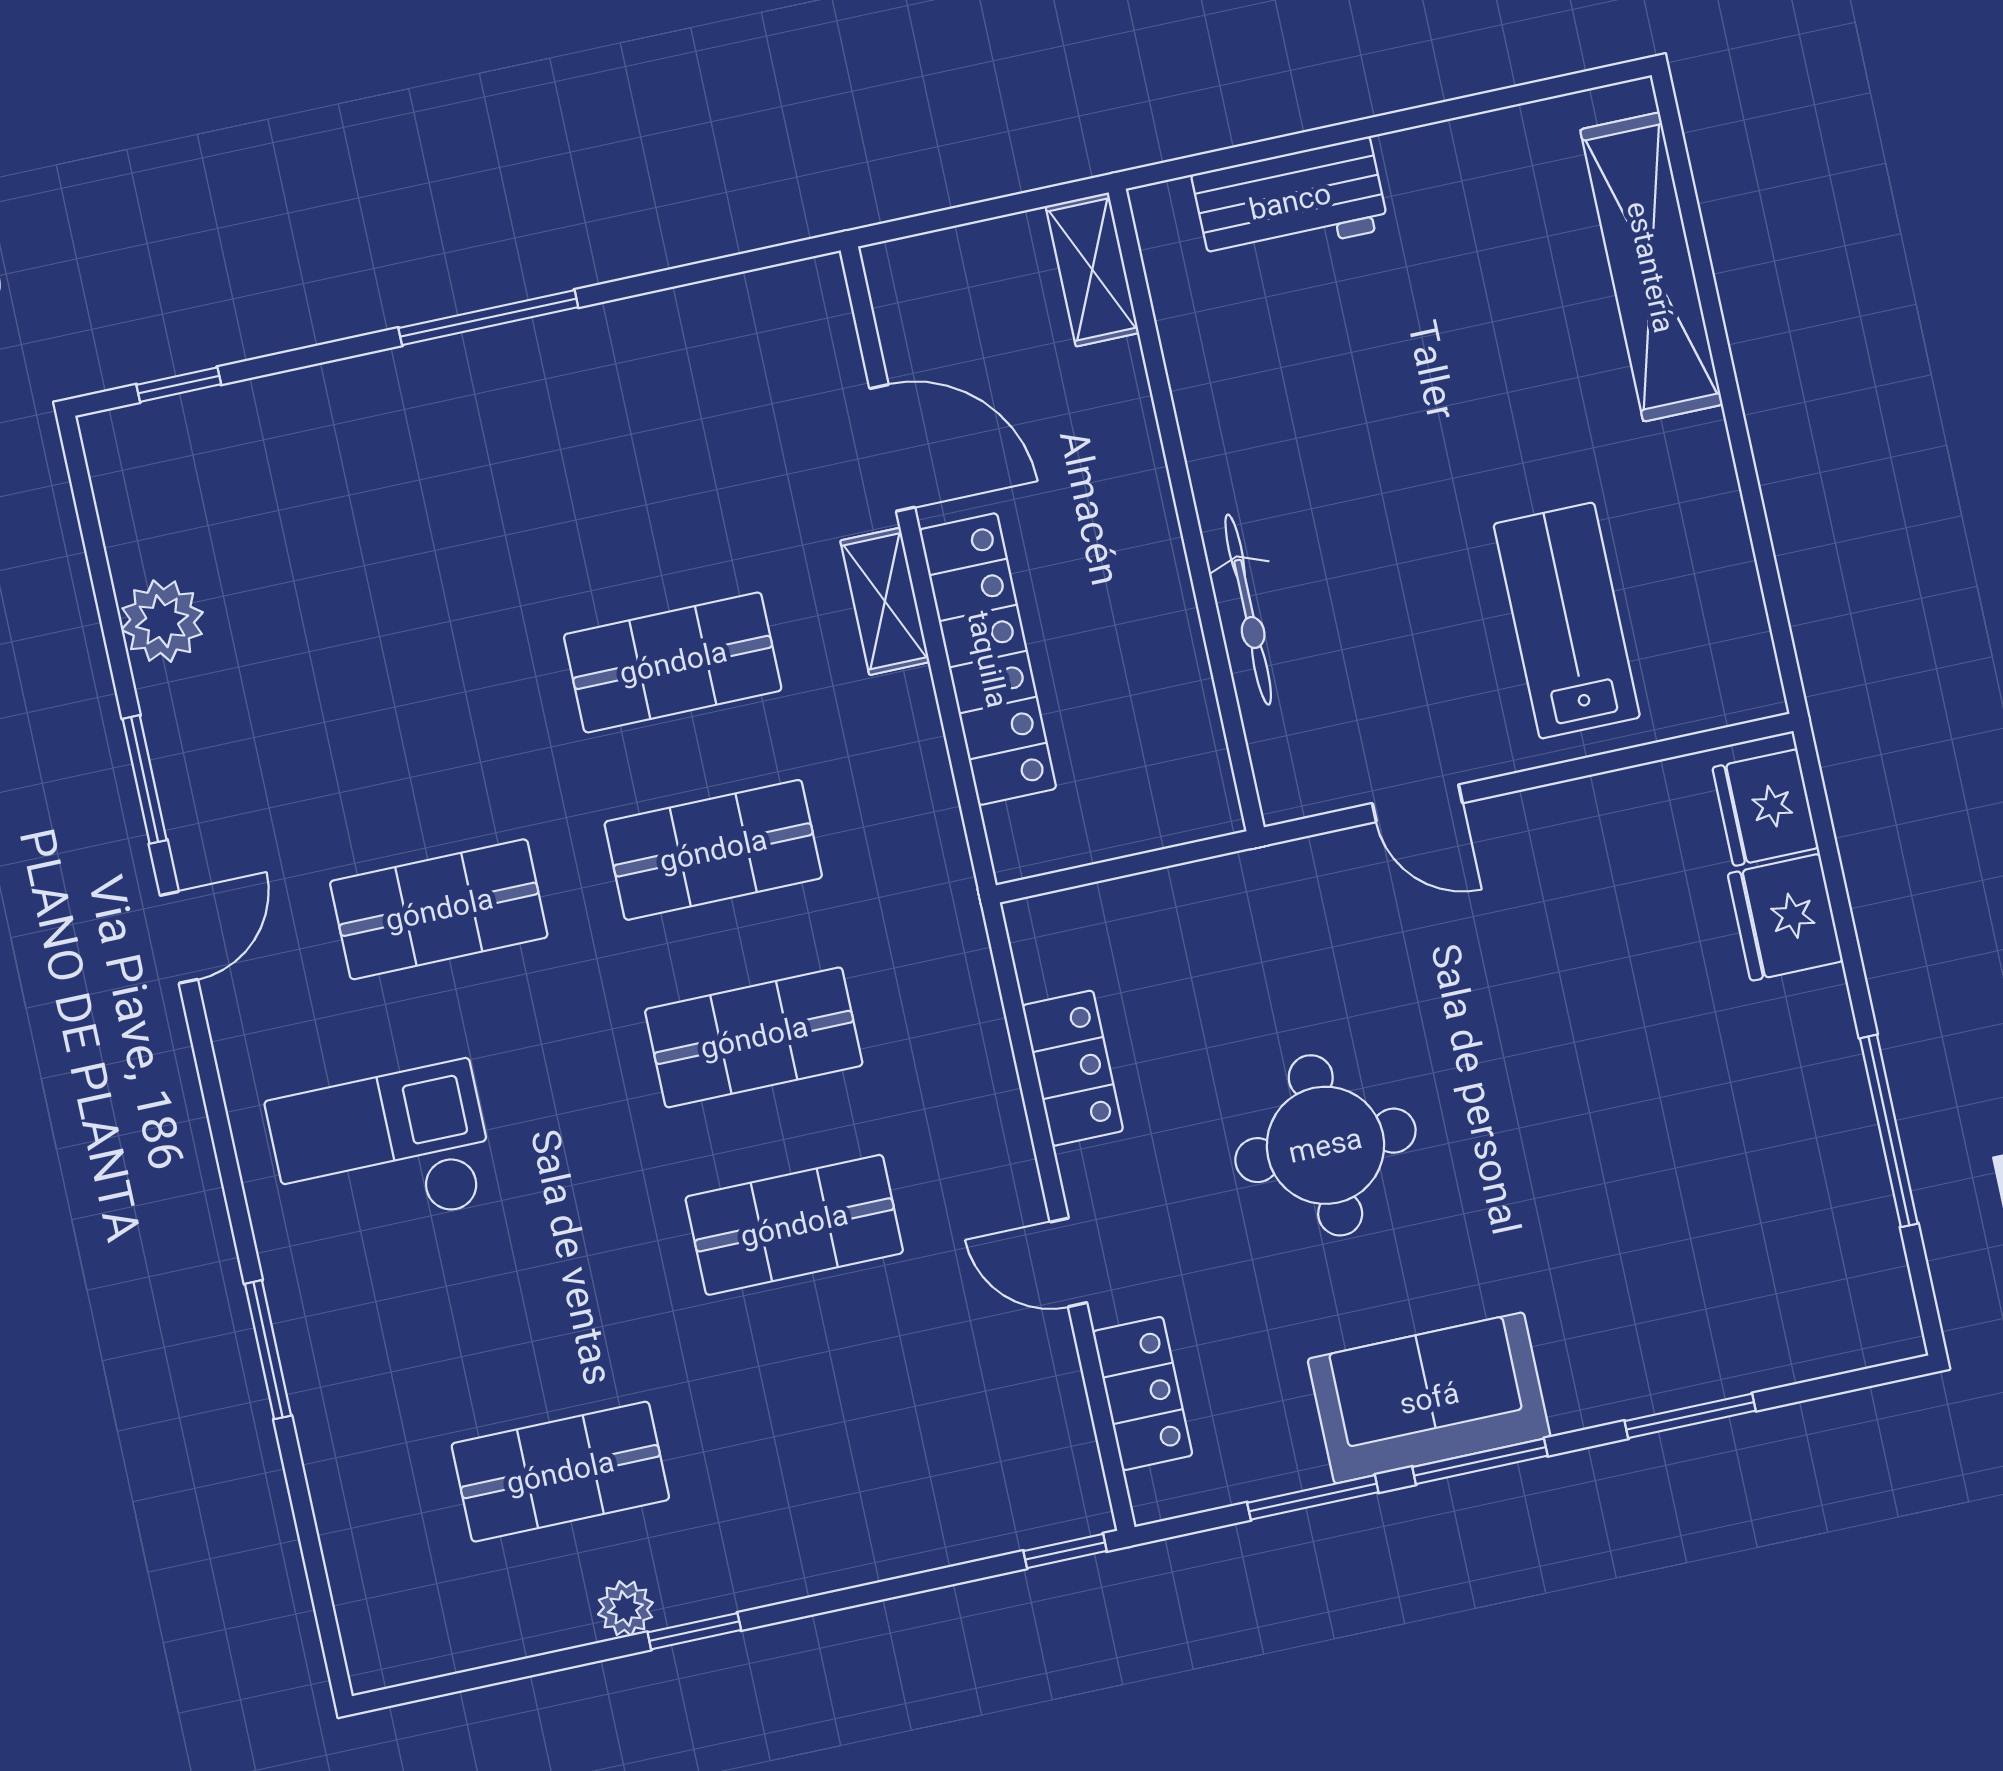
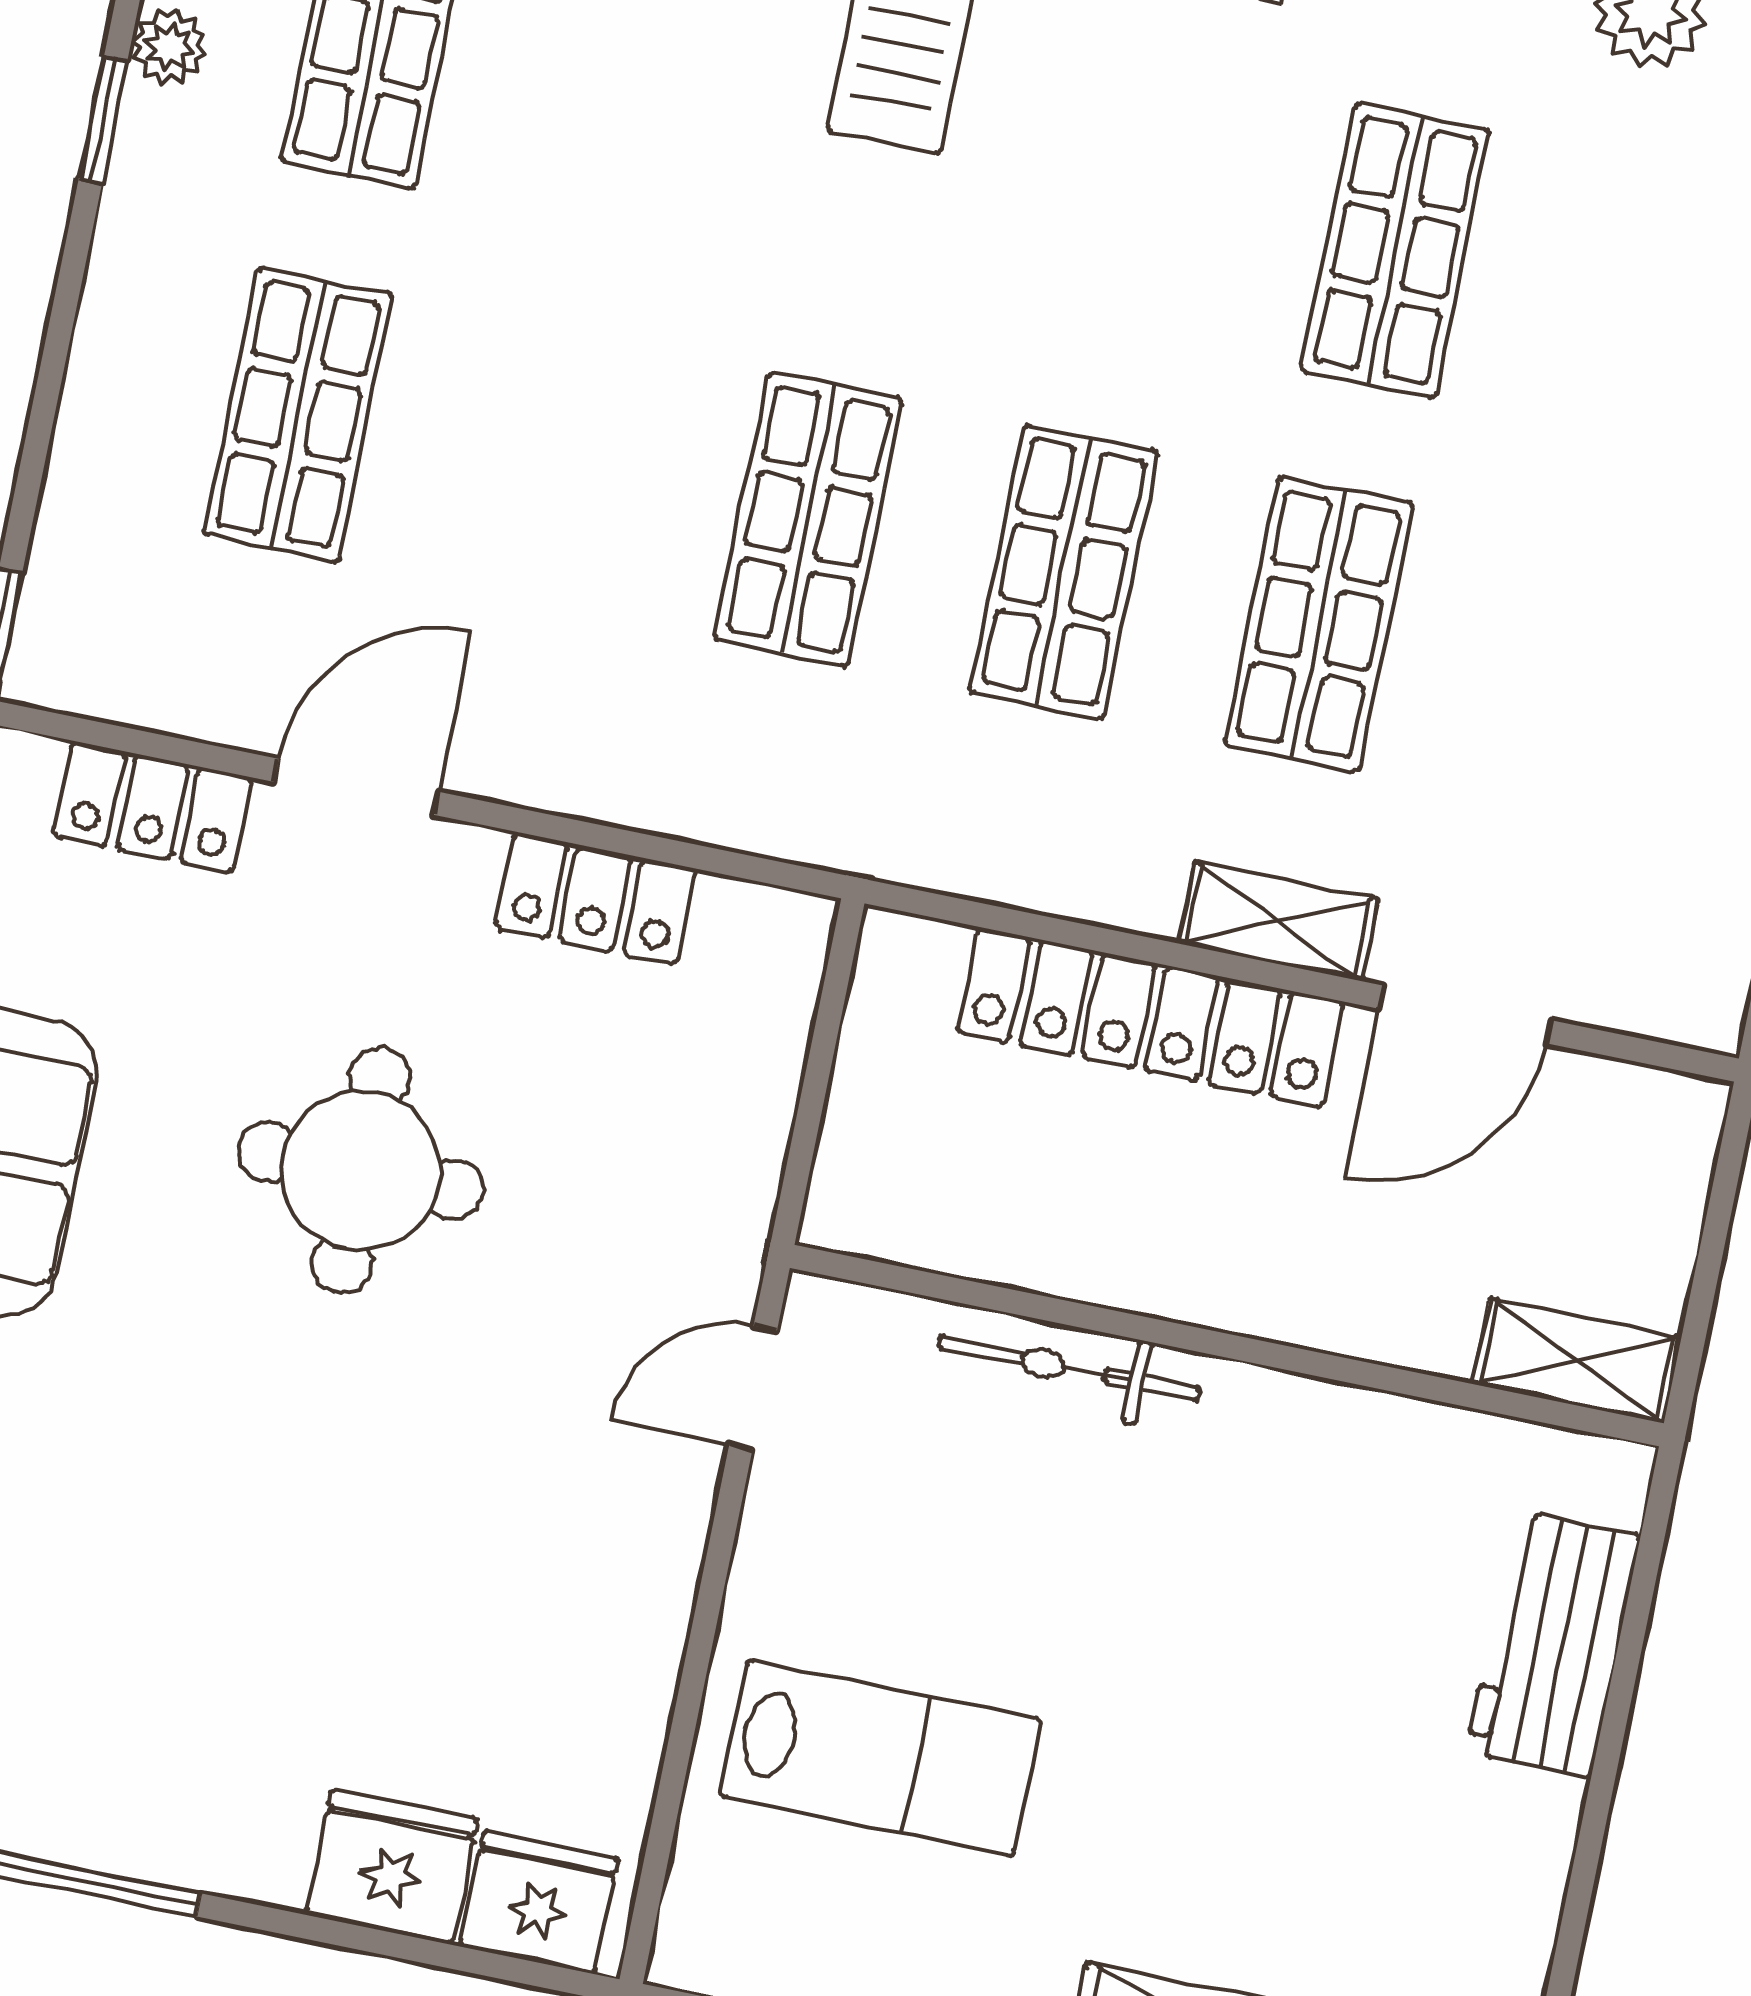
door: (1417, 803) -> (753, 1388), moved
shop shelf: (439, 909) -> (1395, 250), moved
shop shelf: (794, 1225) -> (298, 414), moved
door: (1068, 1262) -> (356, 787), width x1.37

